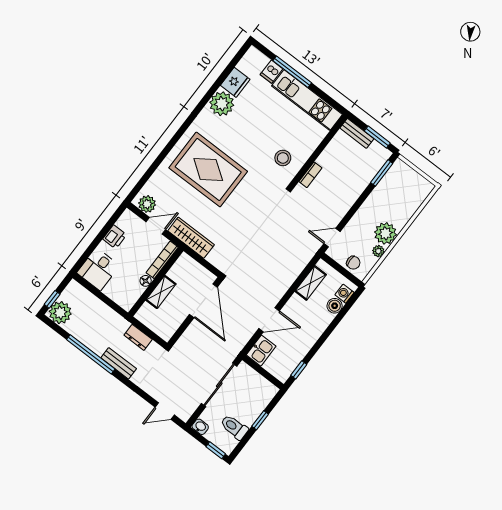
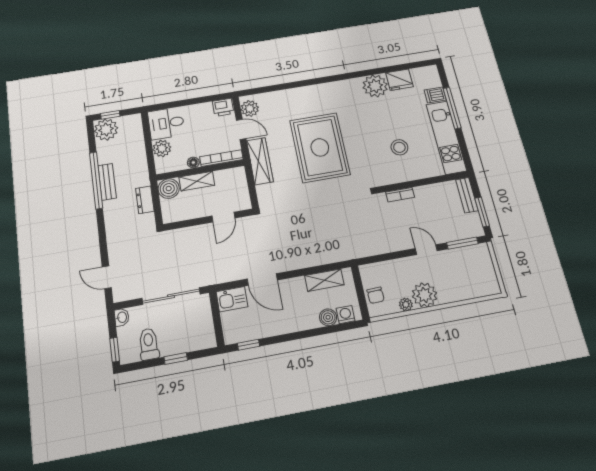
stool: (283, 158) -> (399, 147), moved
rug: (208, 170) -> (320, 147), moved
printer: (115, 237) -> (223, 107), moved
door: (332, 238) -> (426, 250), moved
plant: (114, 291) -> (162, 148), added
door: (203, 301) -> (223, 217), width x0.53
boiler: (147, 315) -> (169, 189), added
bench: (119, 363) -> (107, 182), moved

